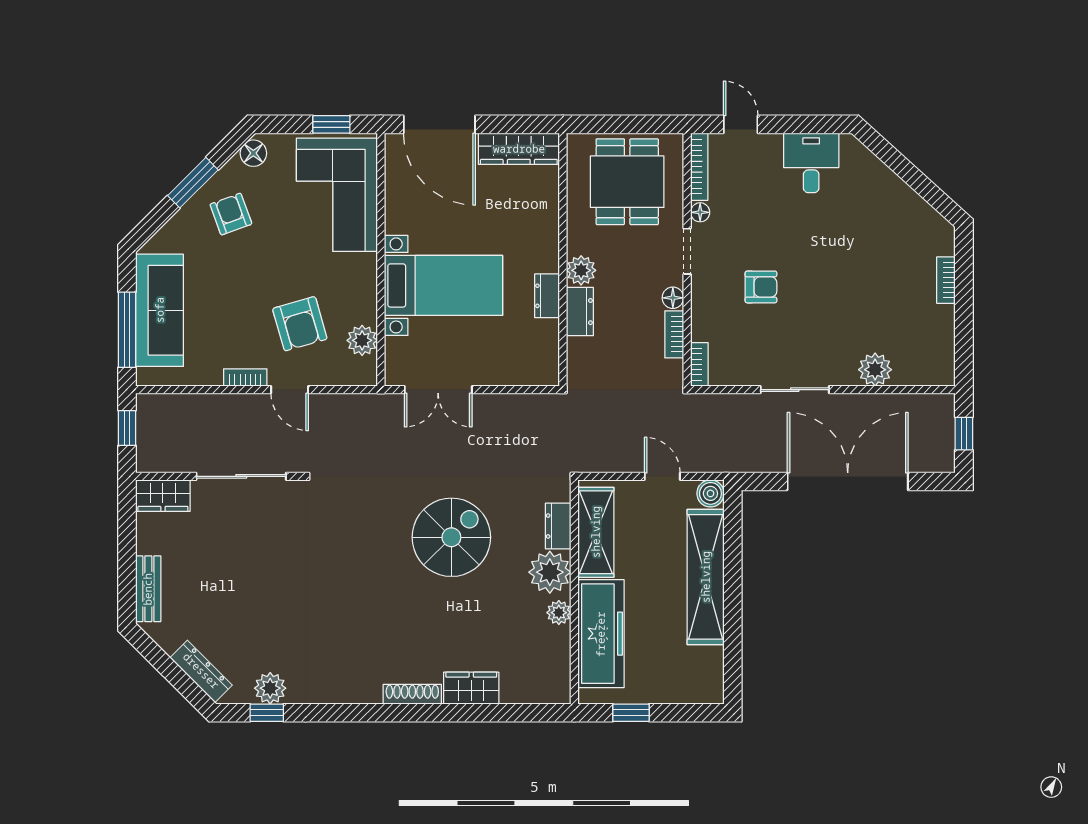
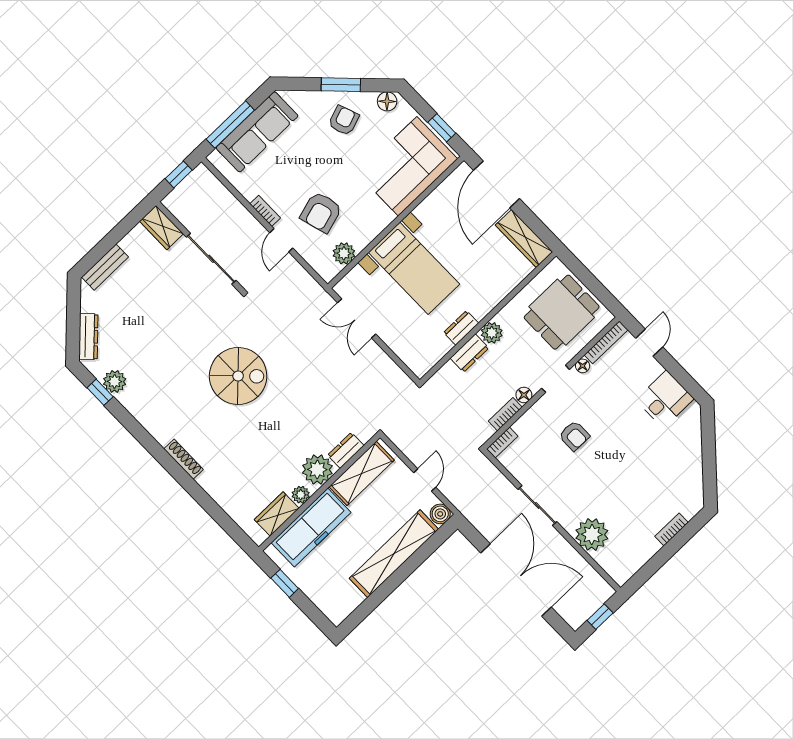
plant: (875, 370) -> (592, 534), width x1.36, depth x1.36
spiral stairs: (451, 537) -> (238, 376), moved
wardrobe: (471, 688) -> (277, 514), moved, turned -90

